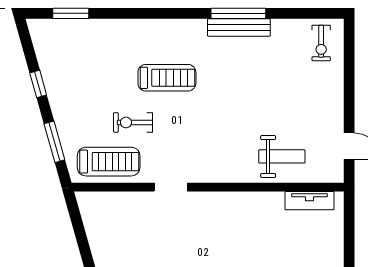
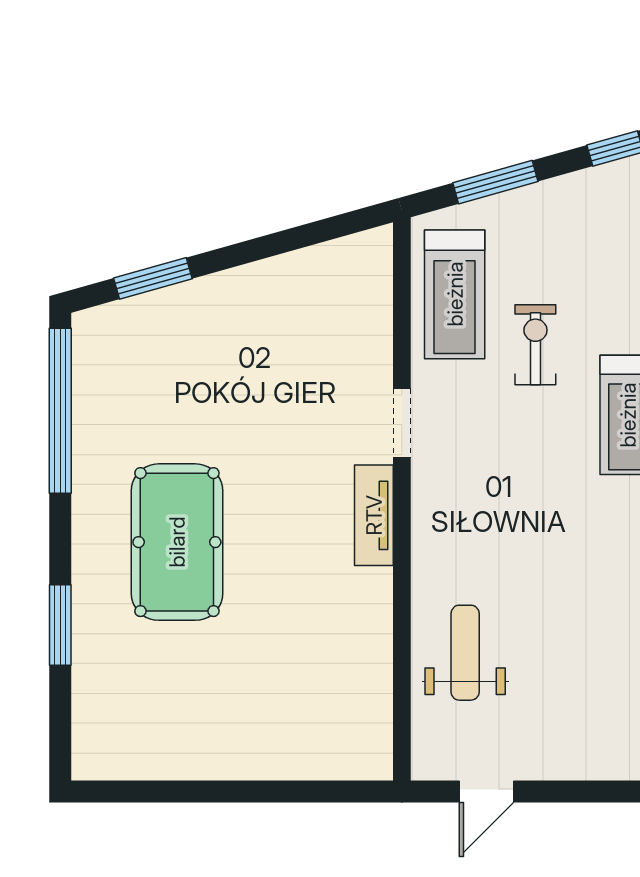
weight bench: (282, 156) -> (465, 653), turned 180
tv unit: (310, 201) -> (374, 515), moved

